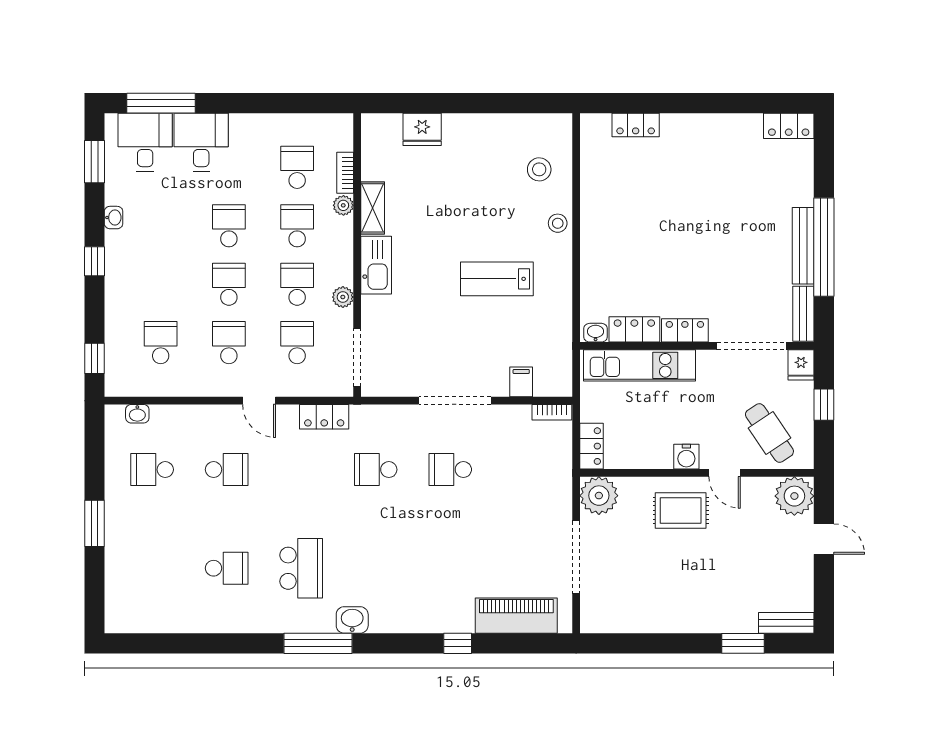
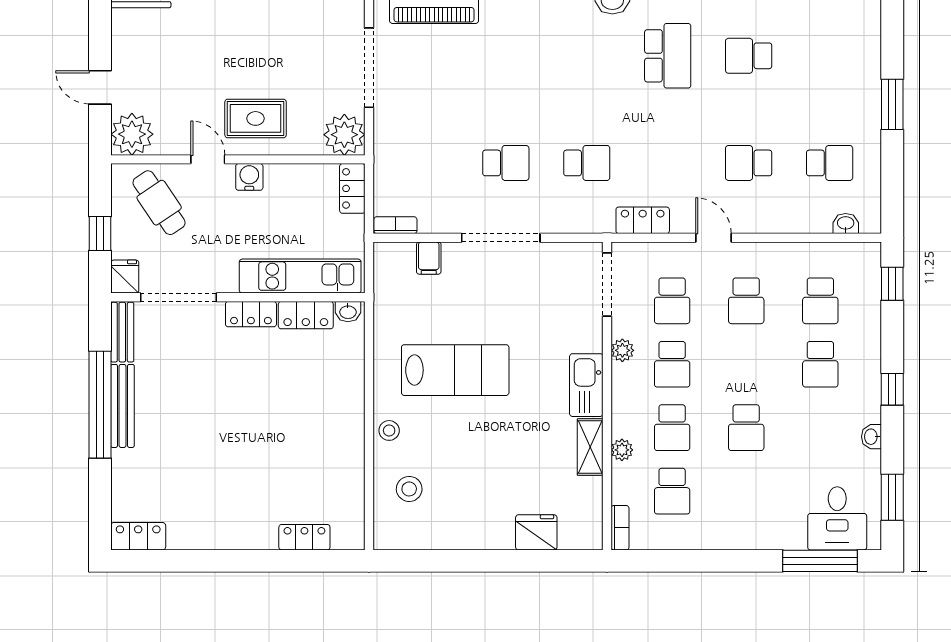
desk: (201, 142) -> (776, 518), removed
bookcase: (345, 173) -> (620, 528), moved
lab bench: (497, 279) -> (455, 370), width x1.36, depth x1.39
school desk: (229, 284) -> (820, 364), moved
school desk: (301, 568) -> (668, 56), turned 180

